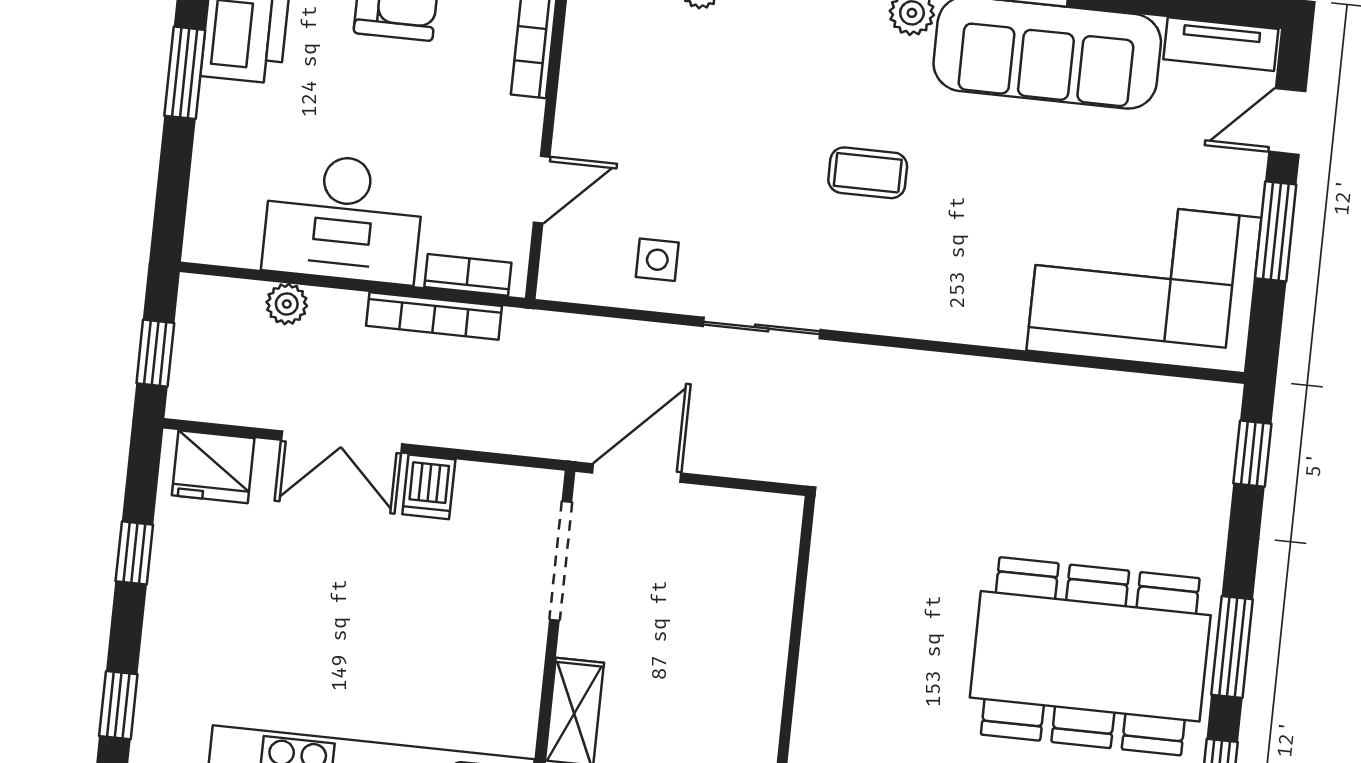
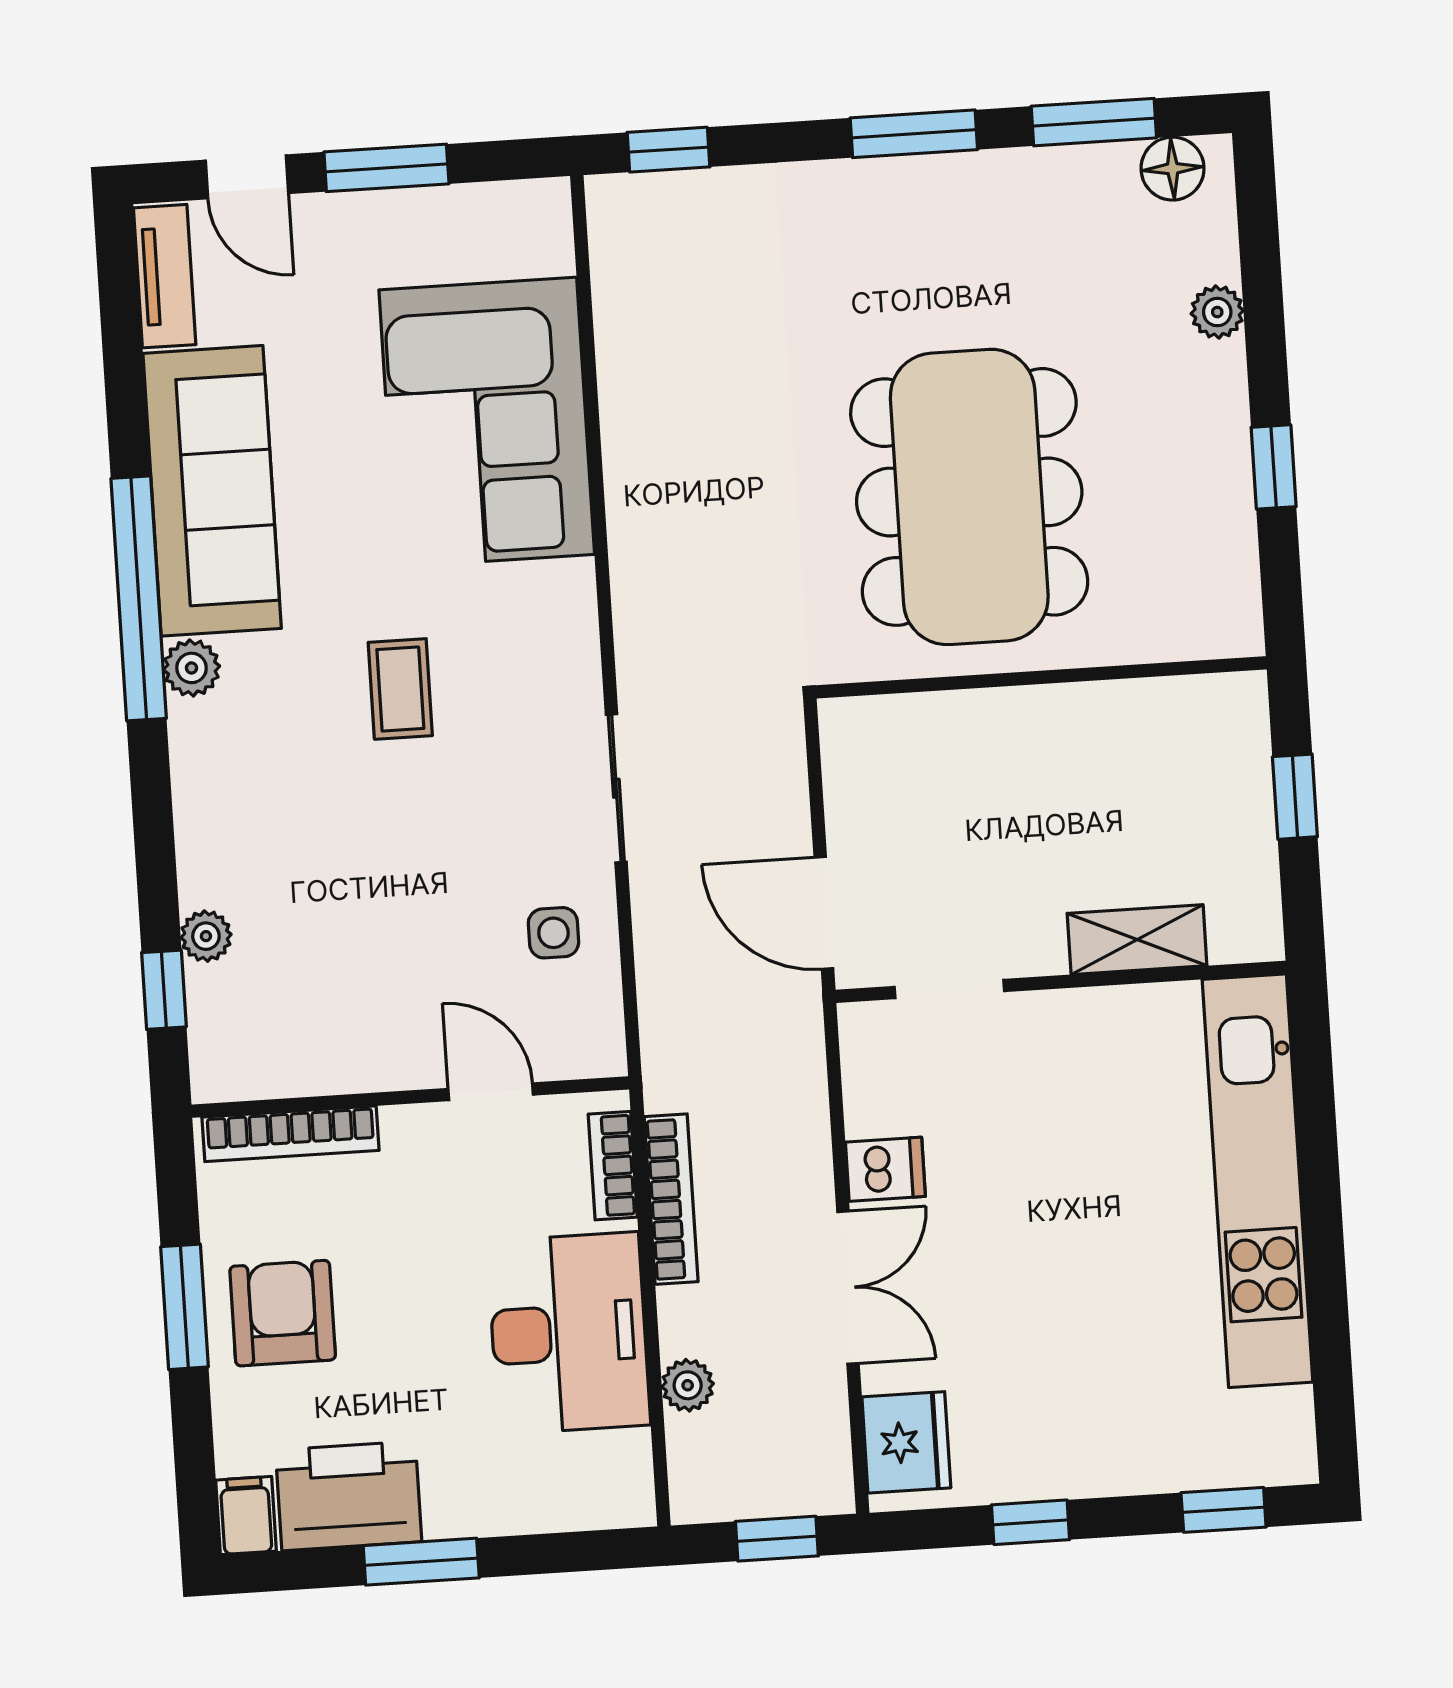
corner sofa: (1144, 284) -> (487, 422), moved
doorway: (561, 561) -> (949, 989), width x0.73
dining table: (1090, 656) -> (969, 497), moved

